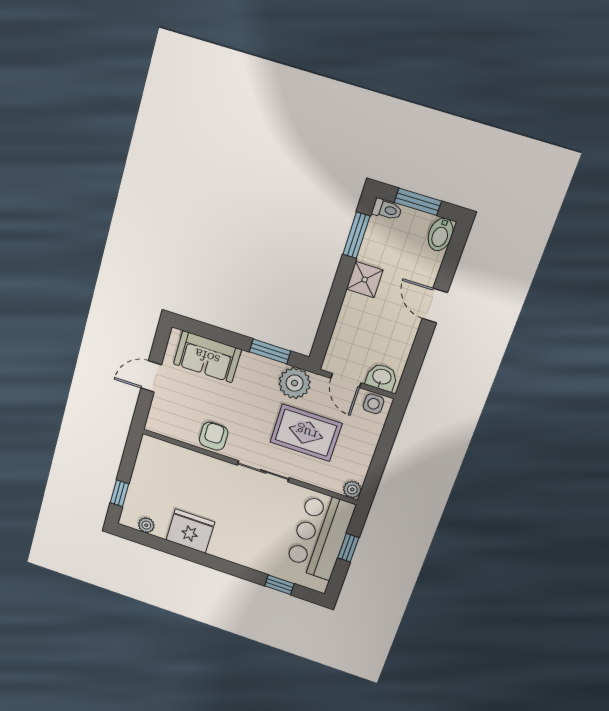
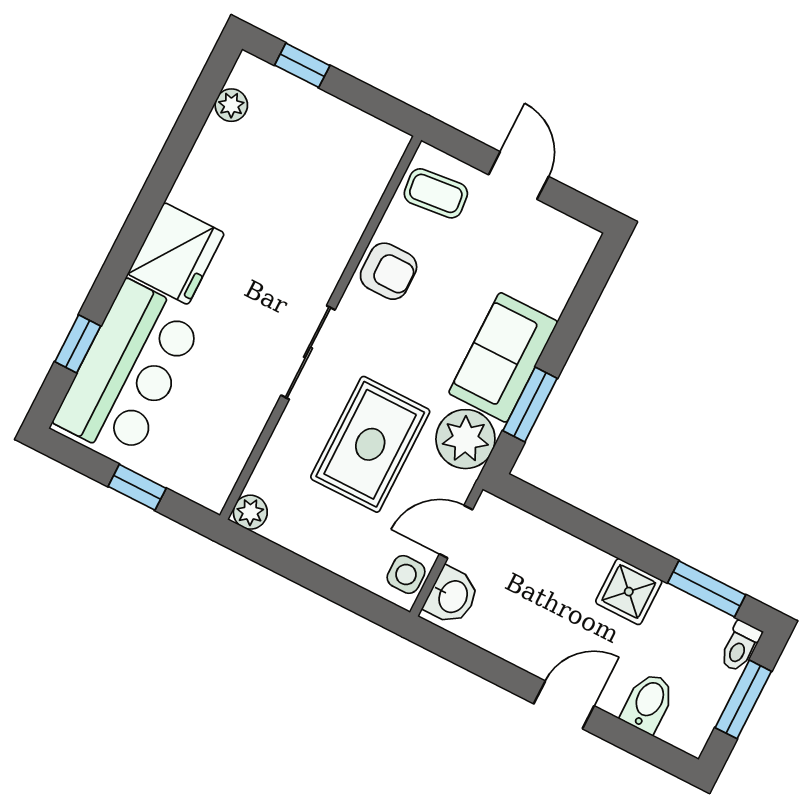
bidet: (441, 234) -> (648, 703), moved, turned 90
sofa: (207, 357) -> (503, 357), moved
coffee table: (169, 418) -> (436, 193), added
fridge: (190, 531) -> (176, 254), moved
bar counter: (320, 535) -> (129, 370), moved, turned 90

